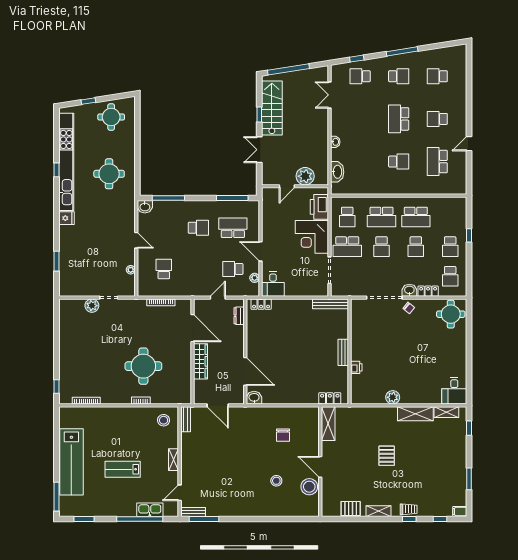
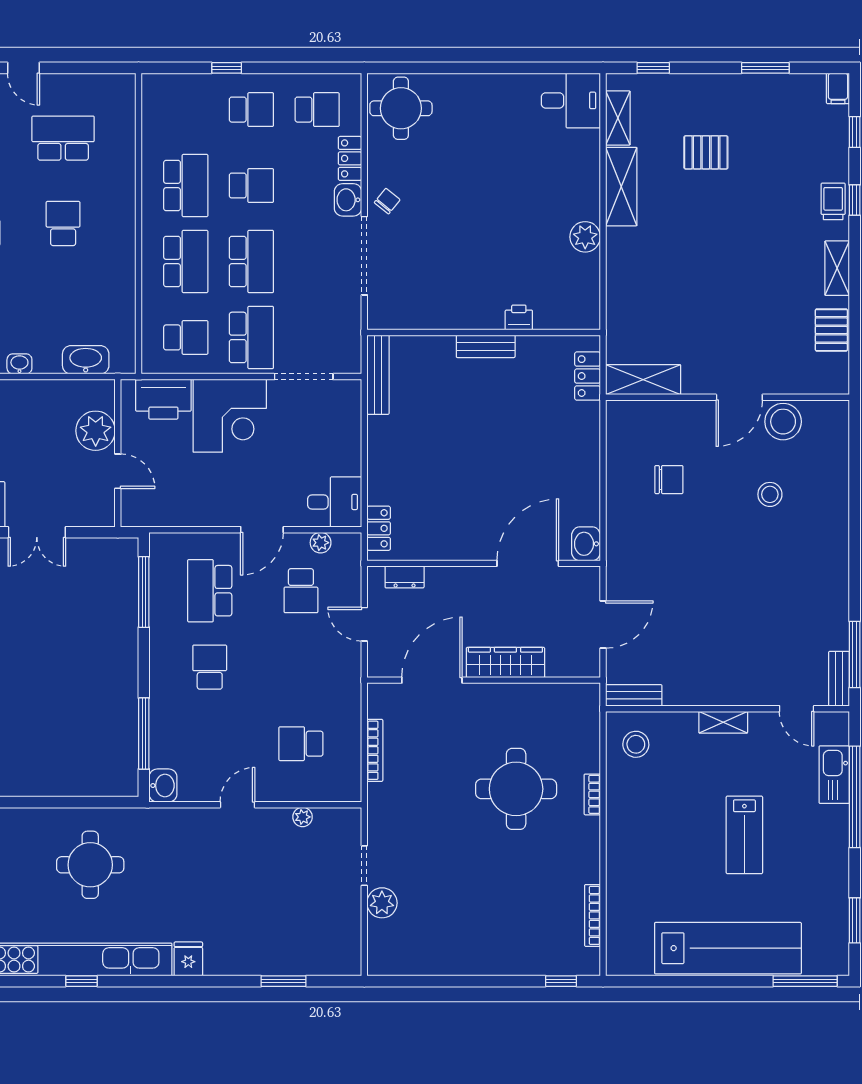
school desk: (437, 162) -> (63, 138), turned 180
school desk: (382, 247) -> (251, 261), width x1.85
pallet: (387, 456) -> (706, 152), moved

